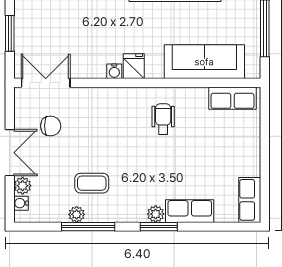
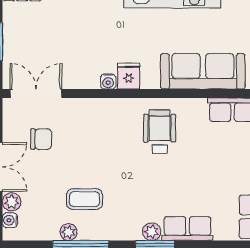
wheelchair: (163, 119) -> (160, 132), width x1.36, depth x1.37

